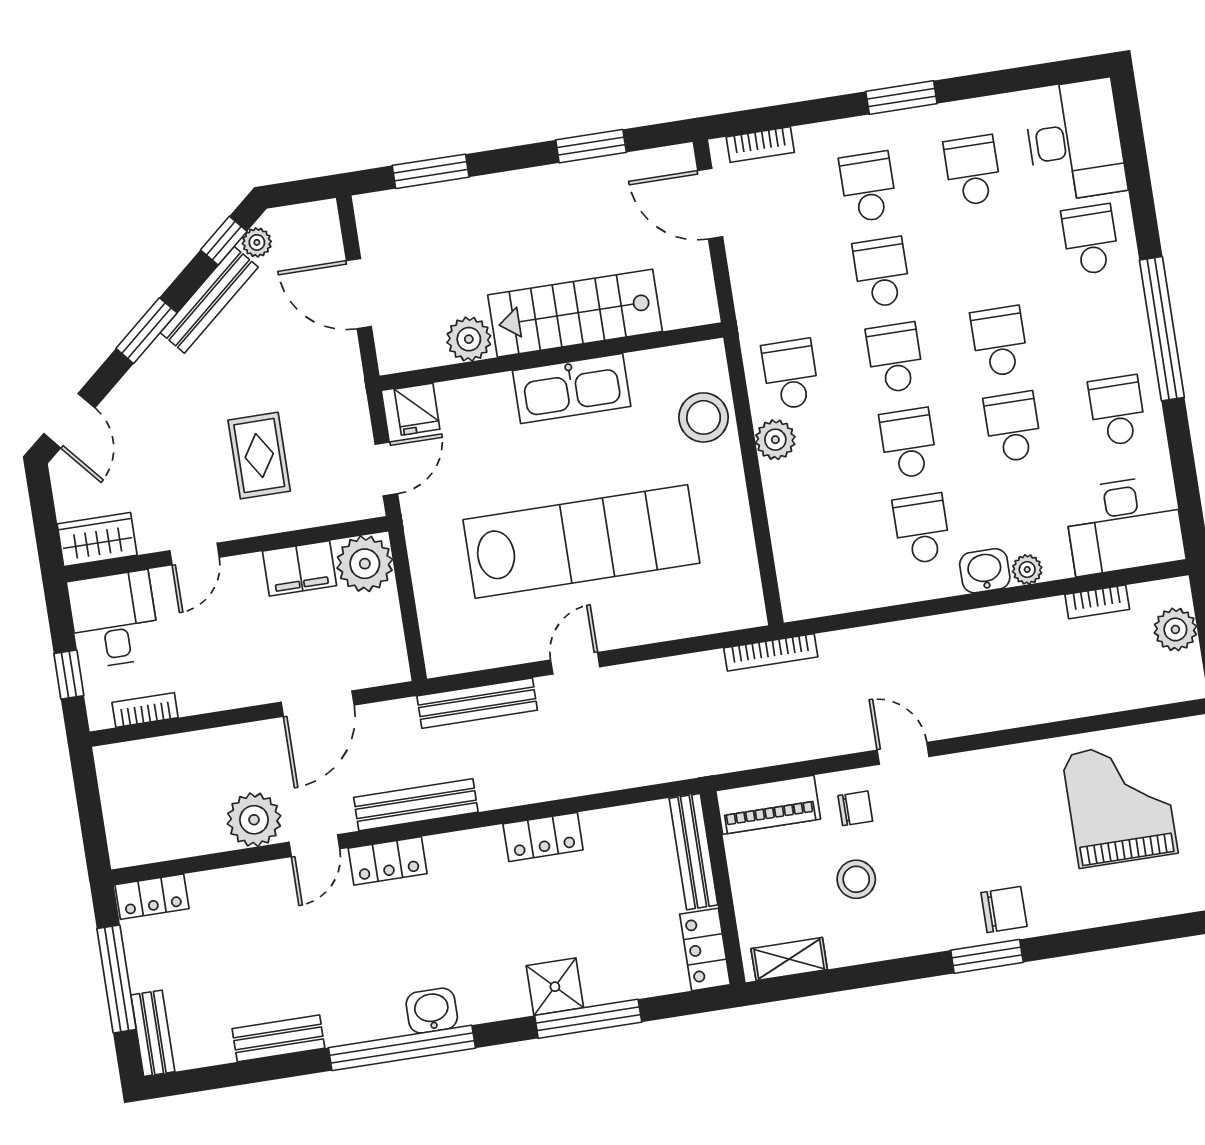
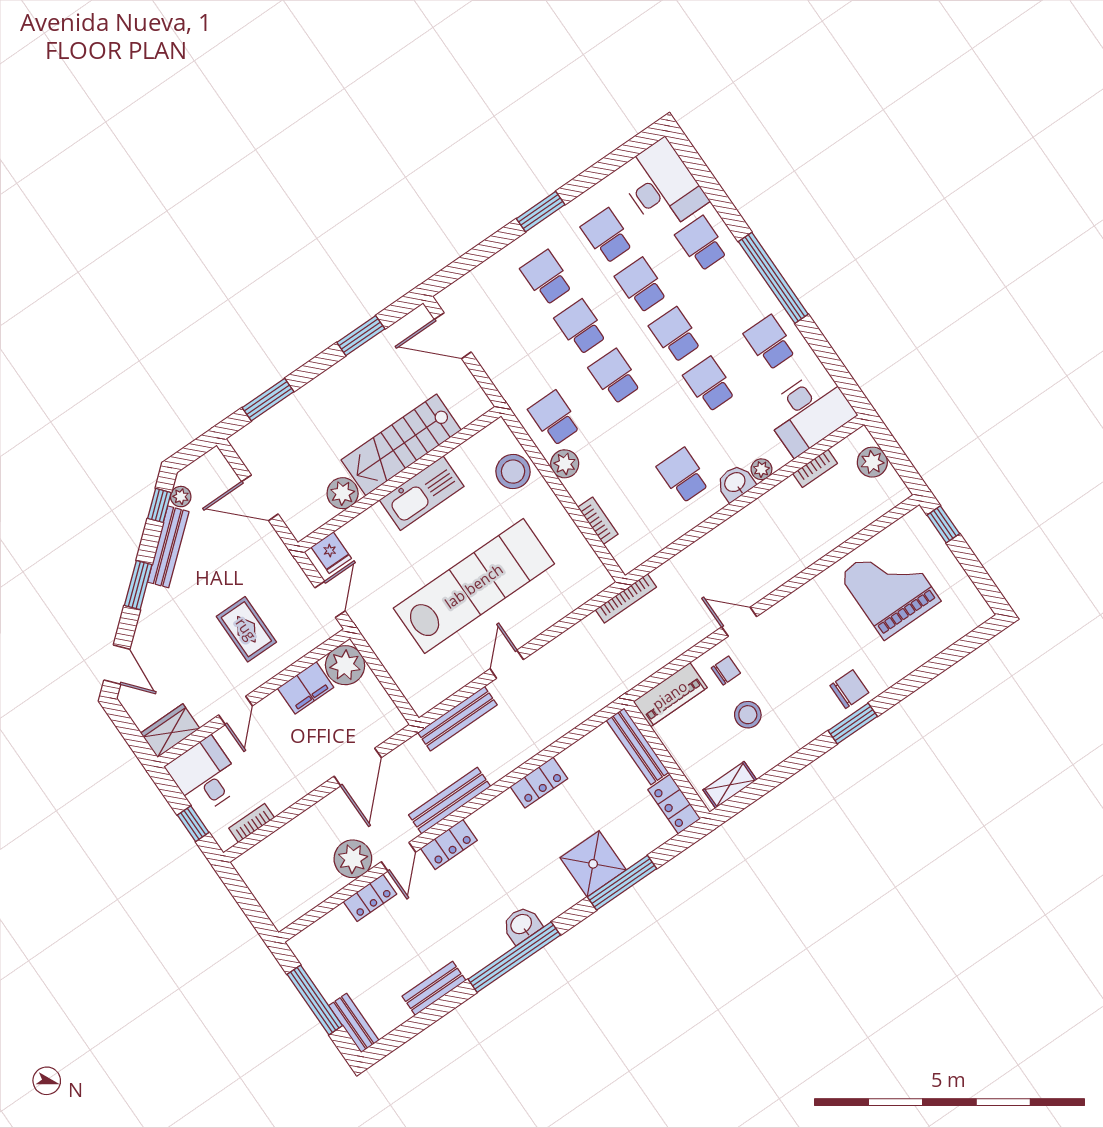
bookcase: (760, 145) -> (598, 521), moved, turned -90
school desk: (908, 443) -> (641, 285), moved
locker: (152, 897) -> (370, 898), moved
shower: (555, 987) -> (593, 864), width x1.36, depth x1.36

